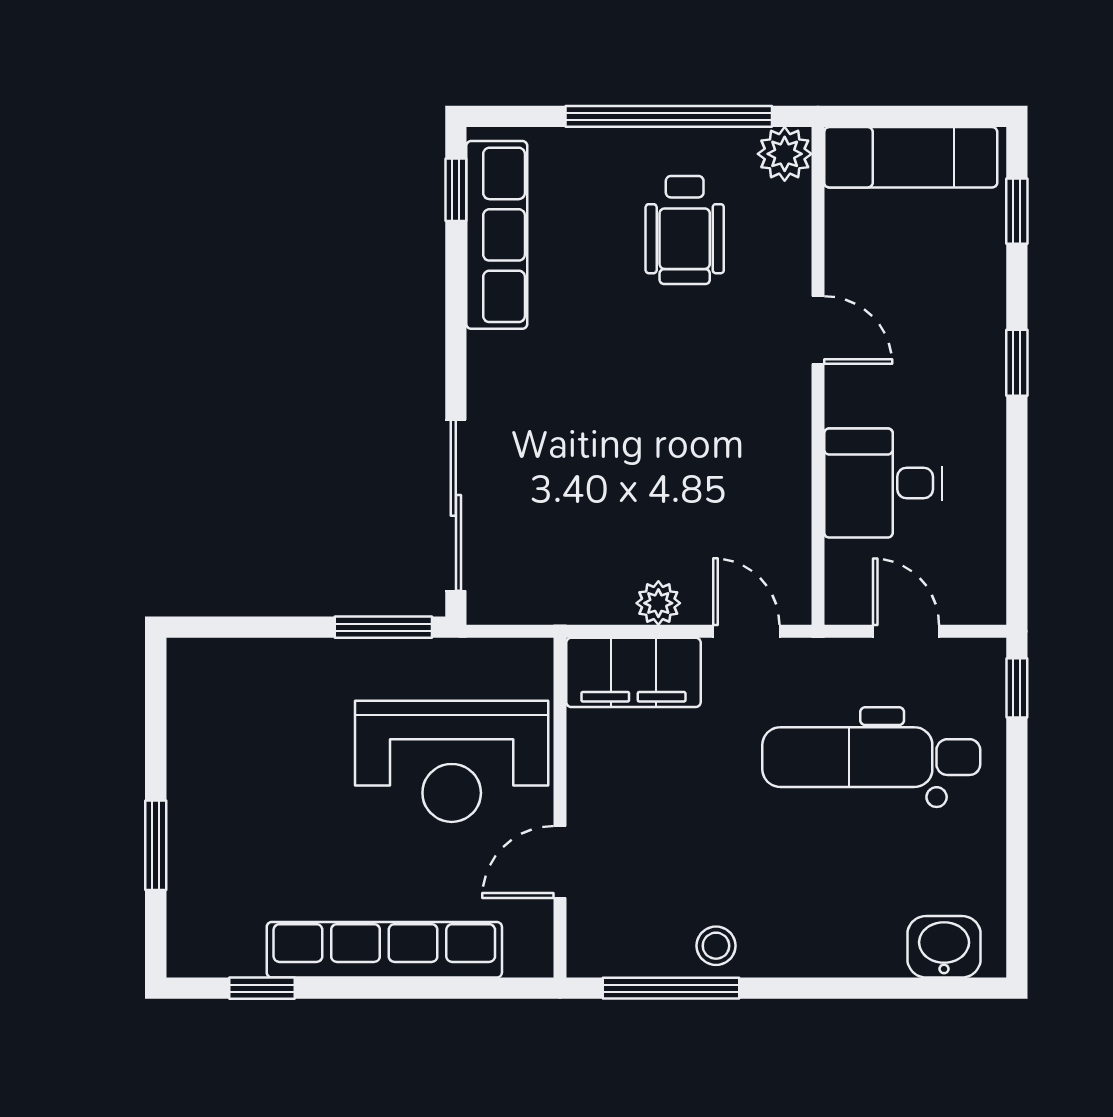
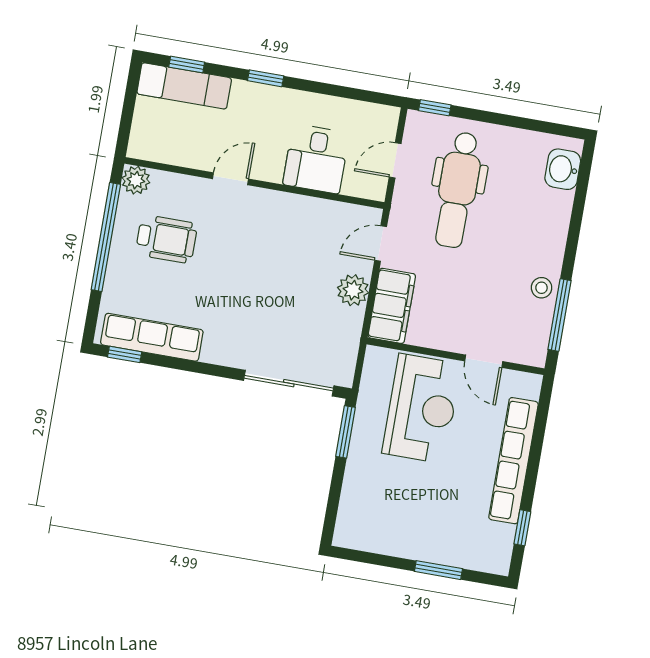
exam couch: (911, 157) -> (184, 86), moved, turned 90
plant: (658, 603) -> (353, 290), width x1.38, depth x1.38

